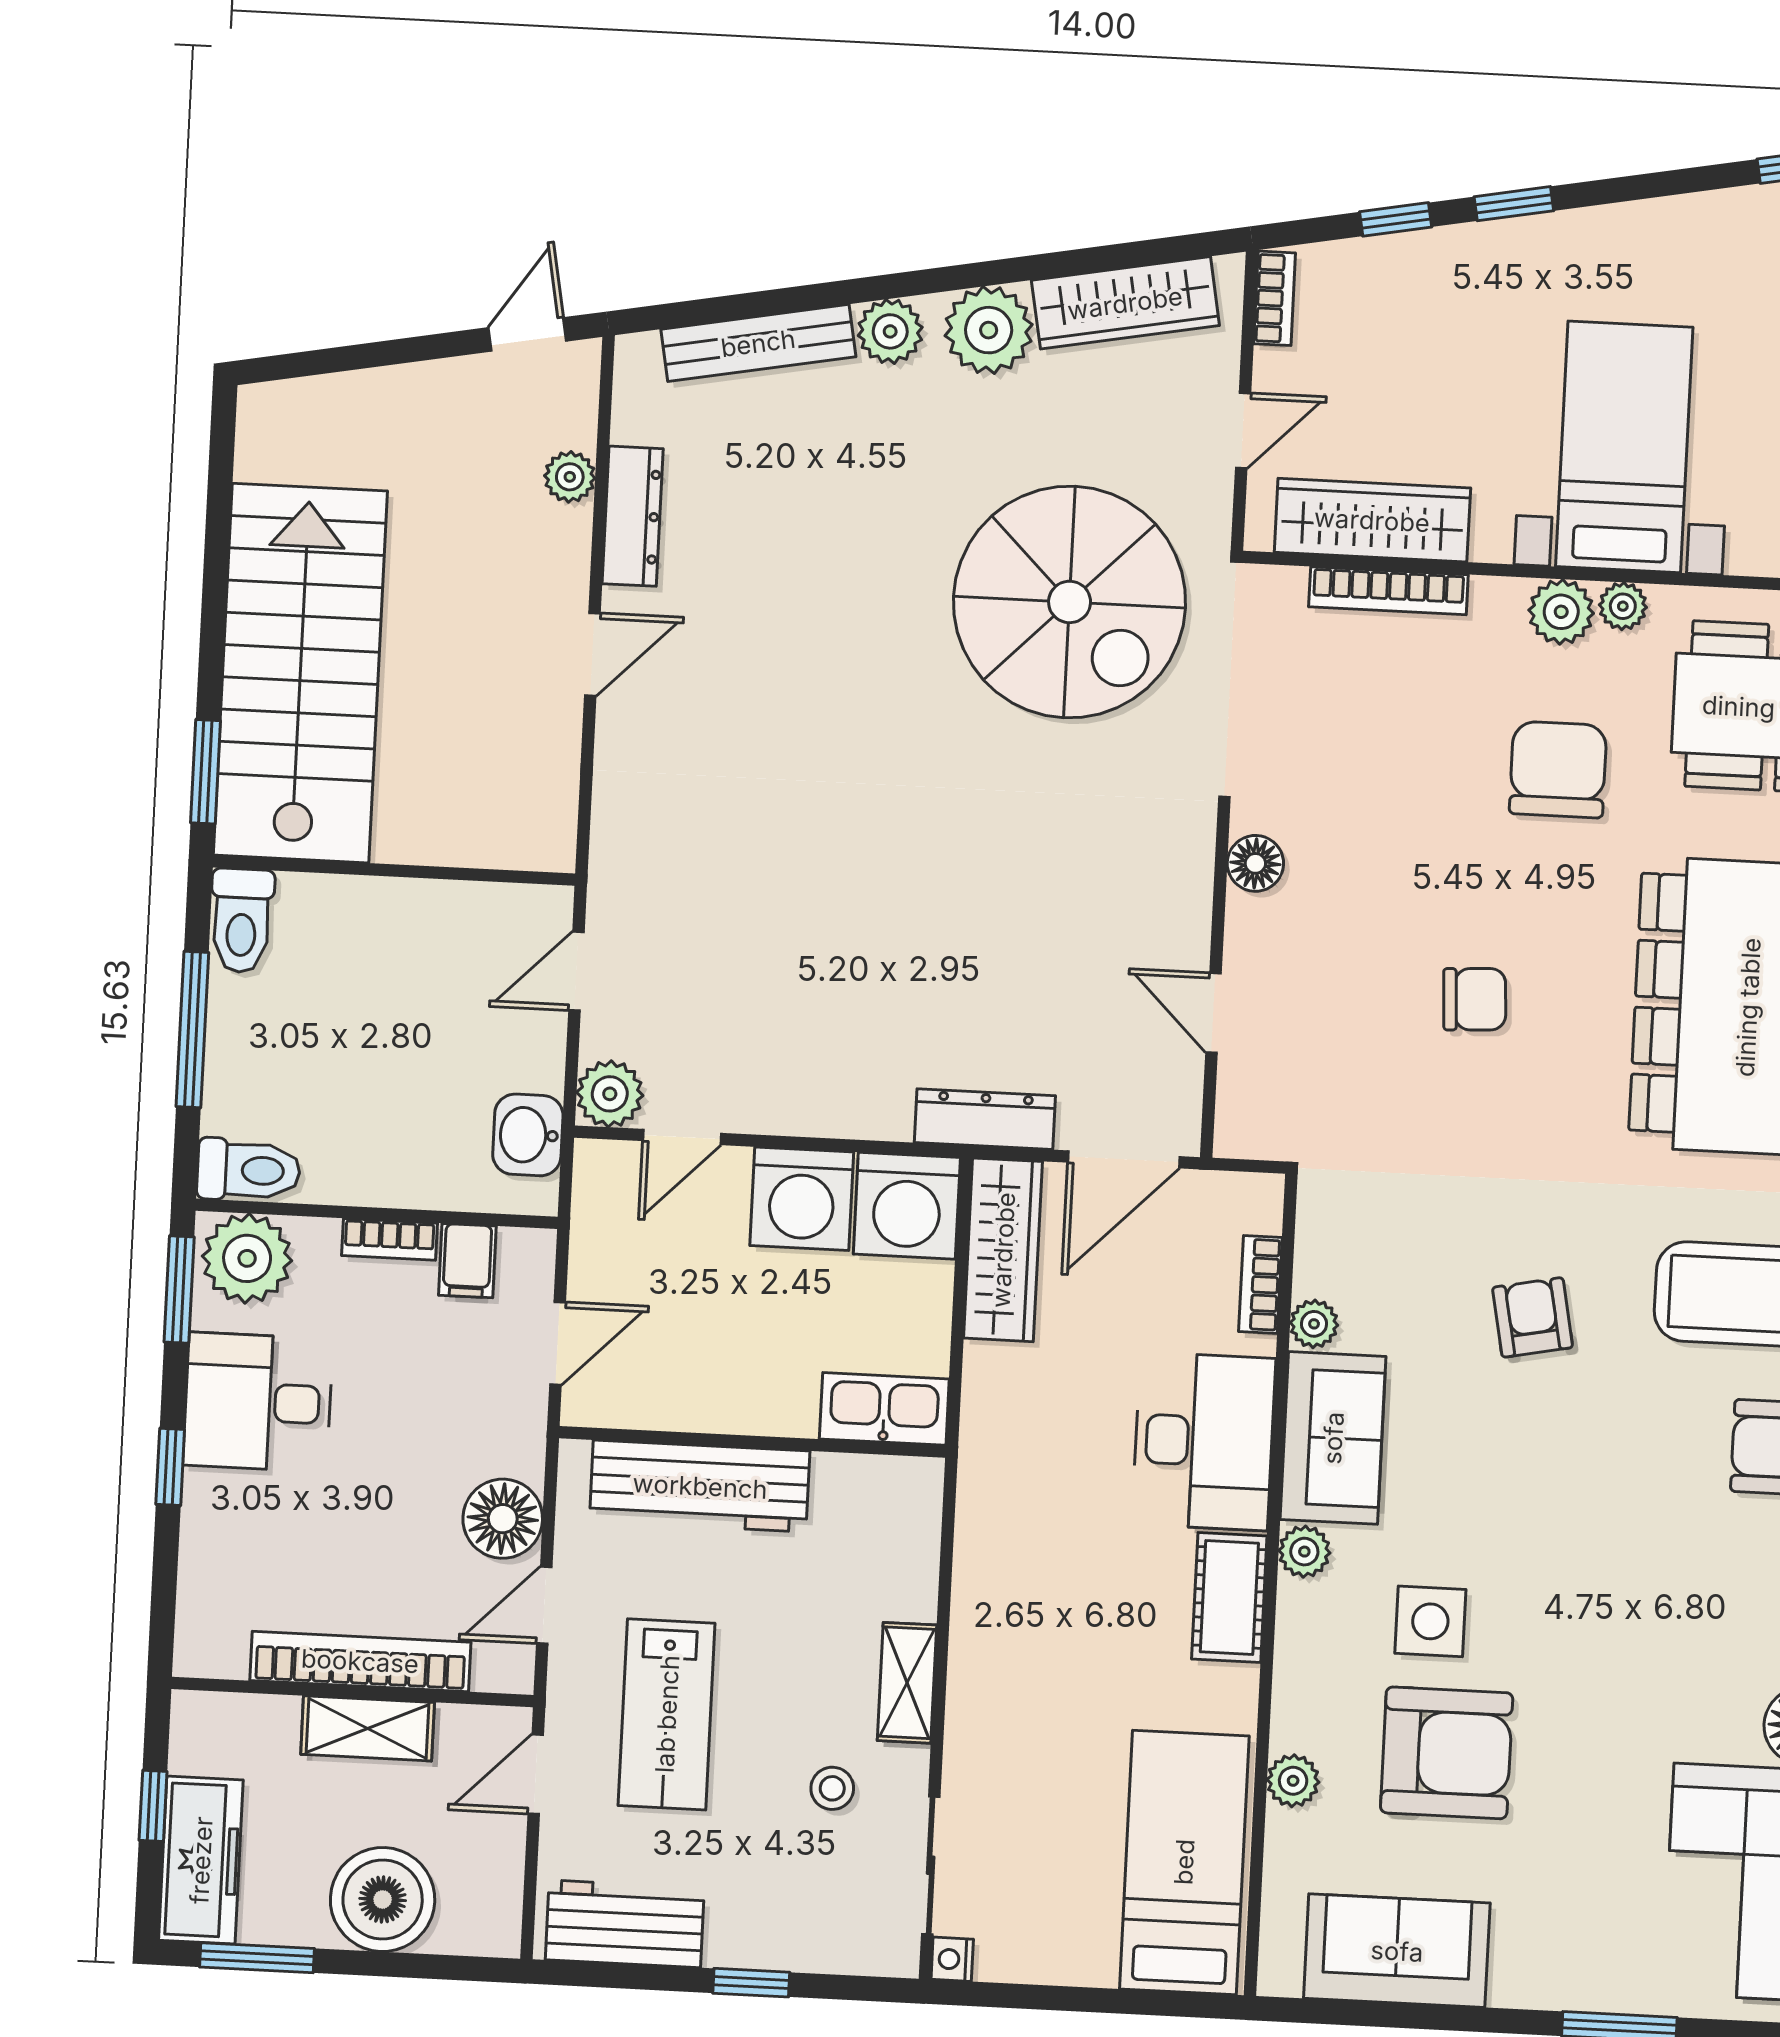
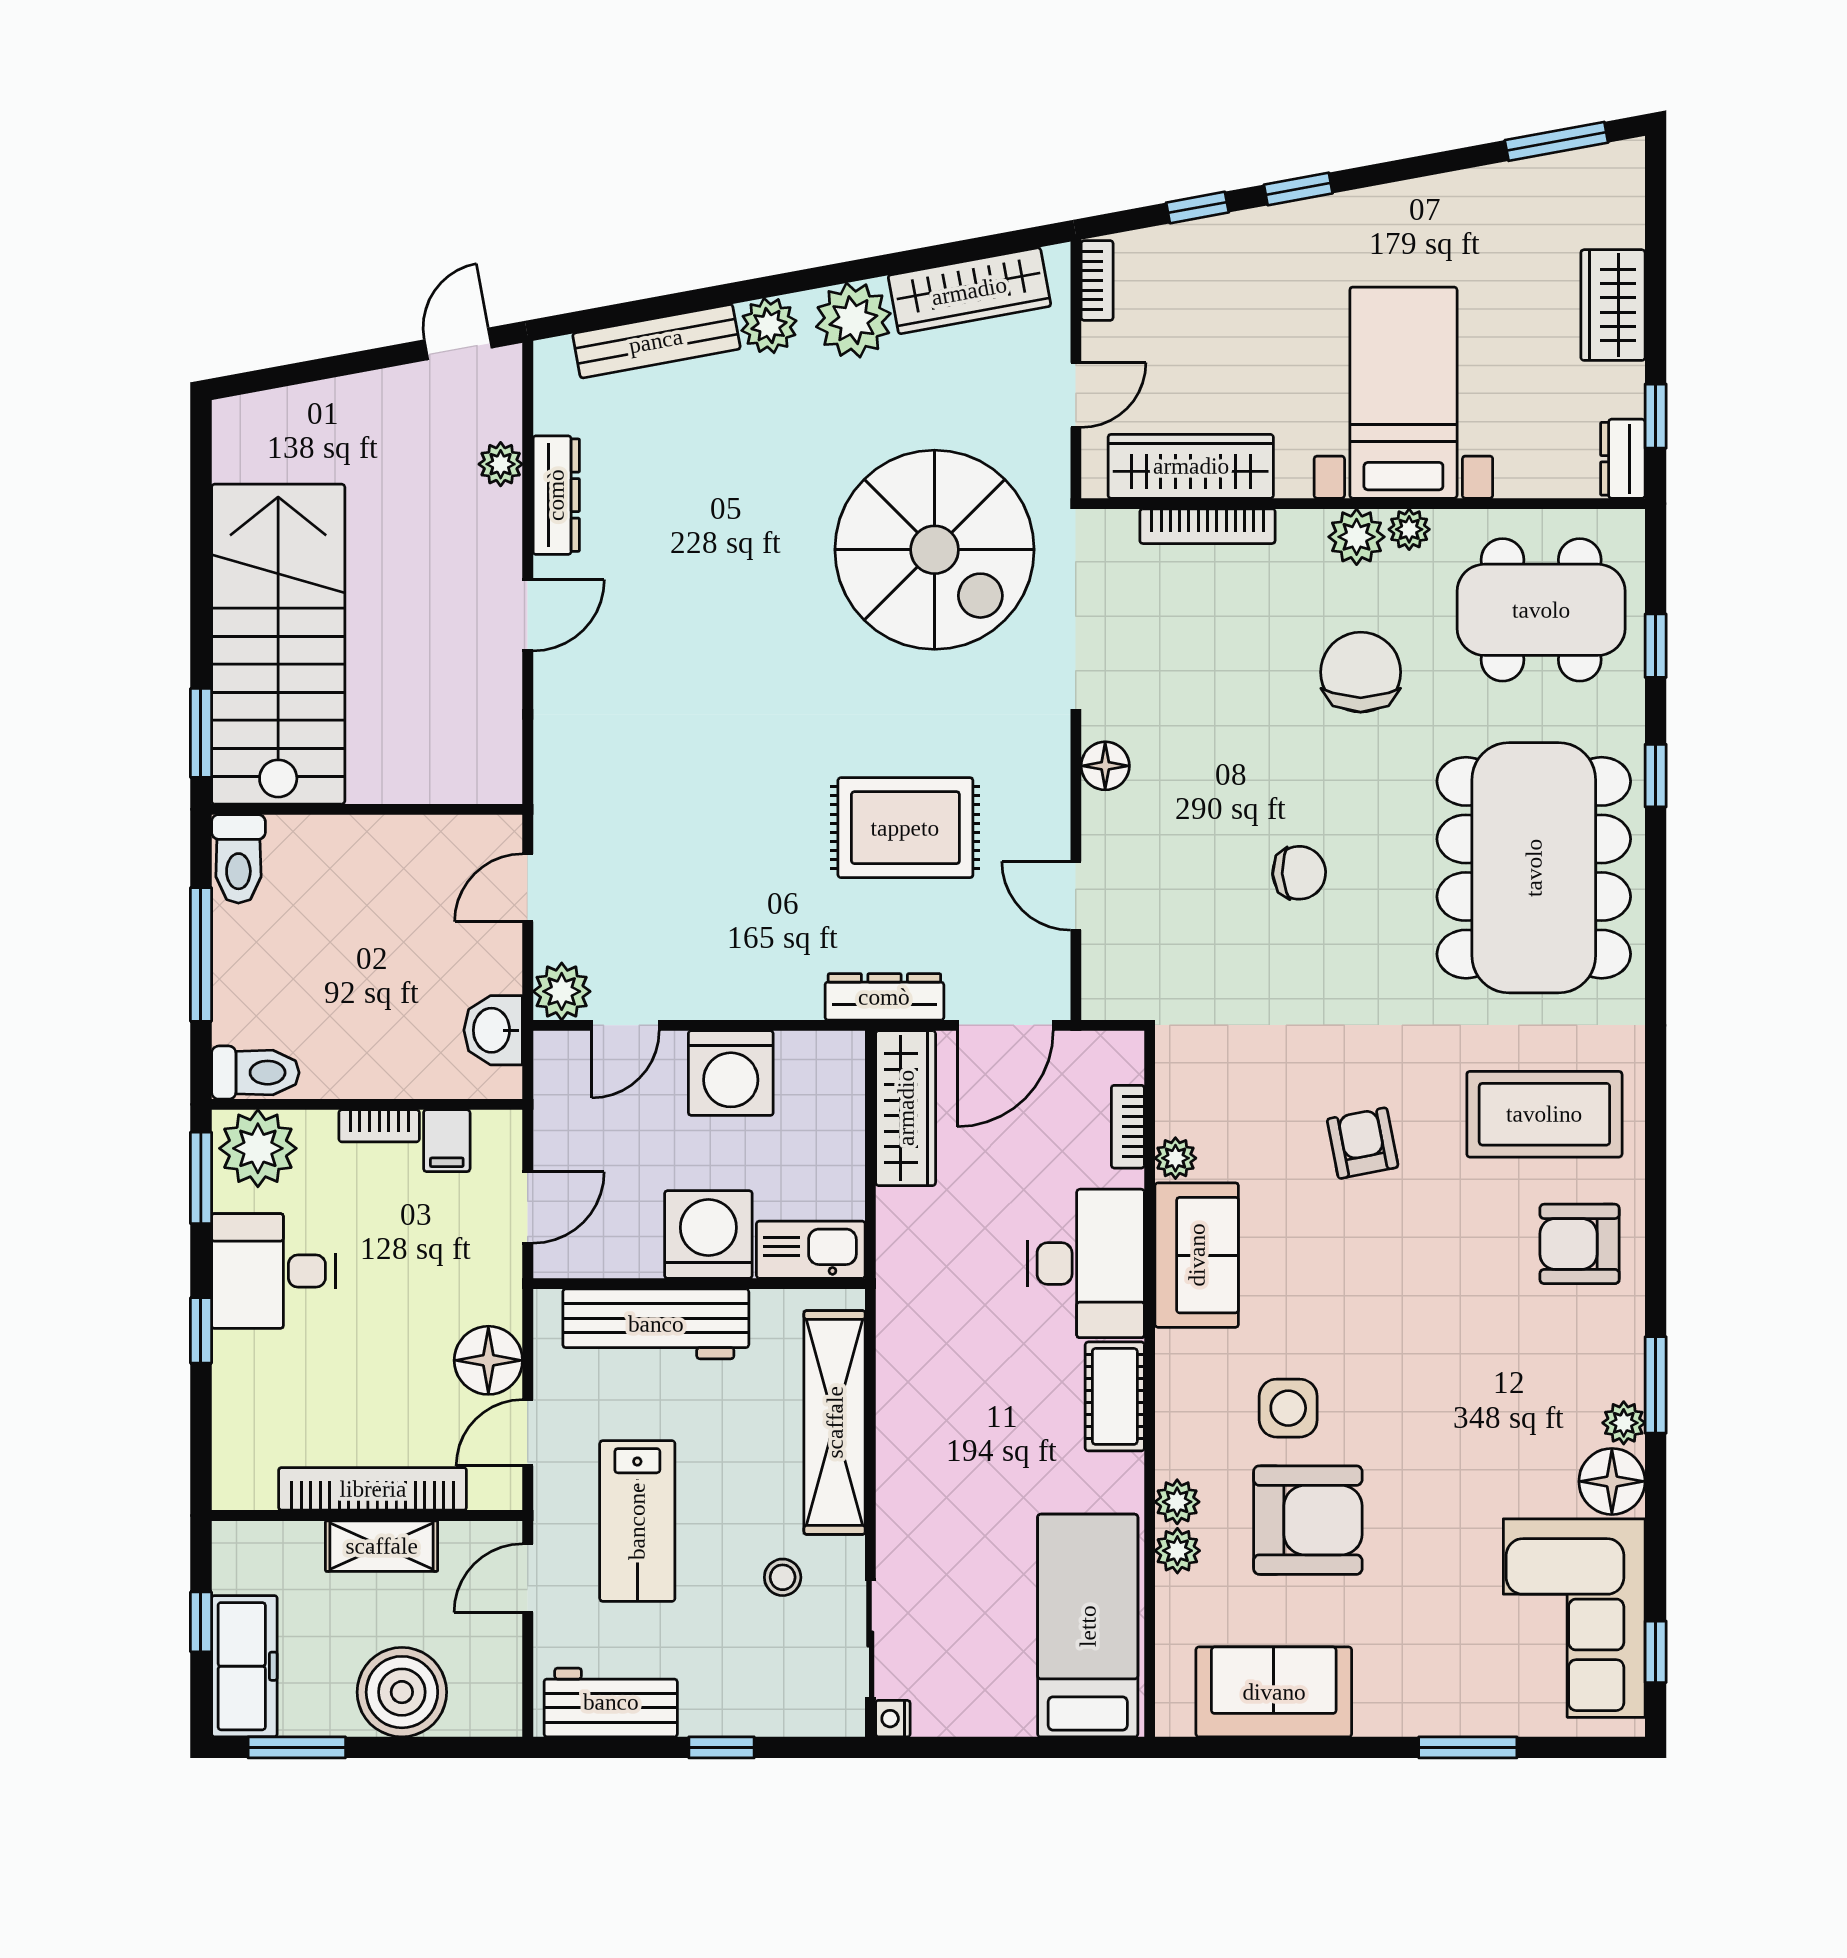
rug: (1019, 924) -> (905, 828), added
washing machine: (907, 1206) -> (708, 1235), moved, turned 180
plant: (1304, 1552) -> (1177, 1502), moved
shelving: (907, 1683) -> (835, 1422), width x2.20, depth x1.33

